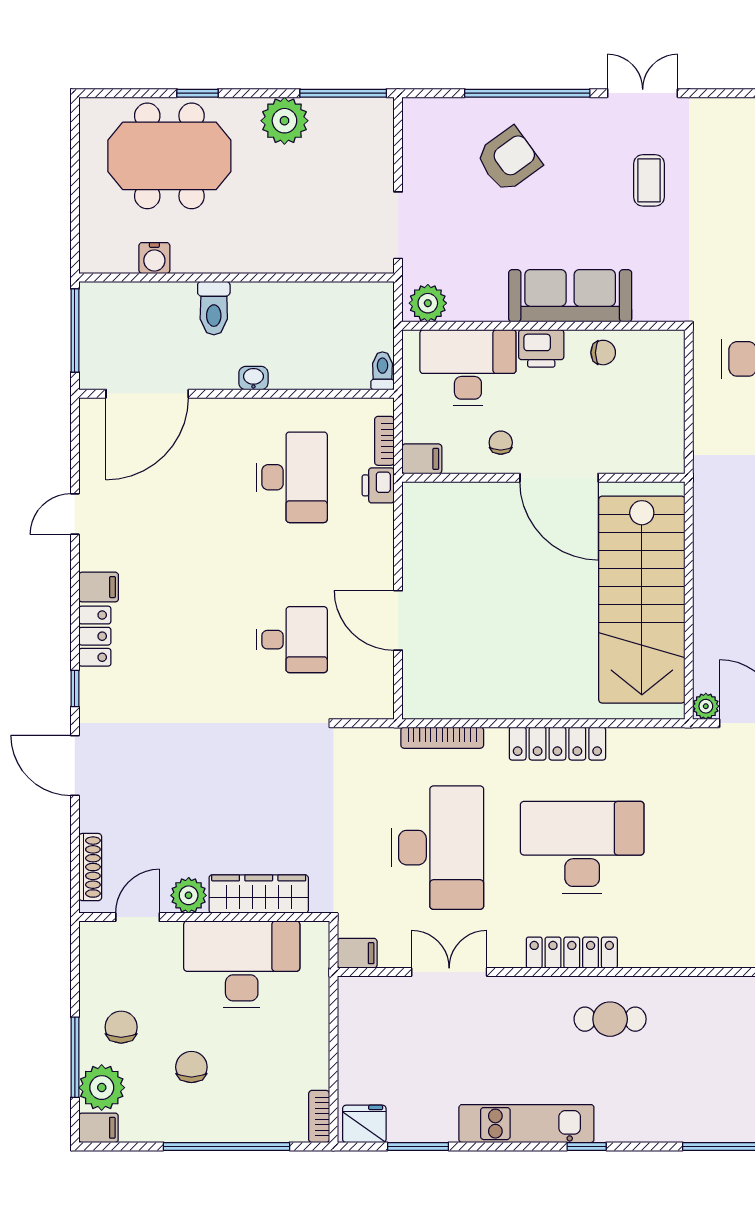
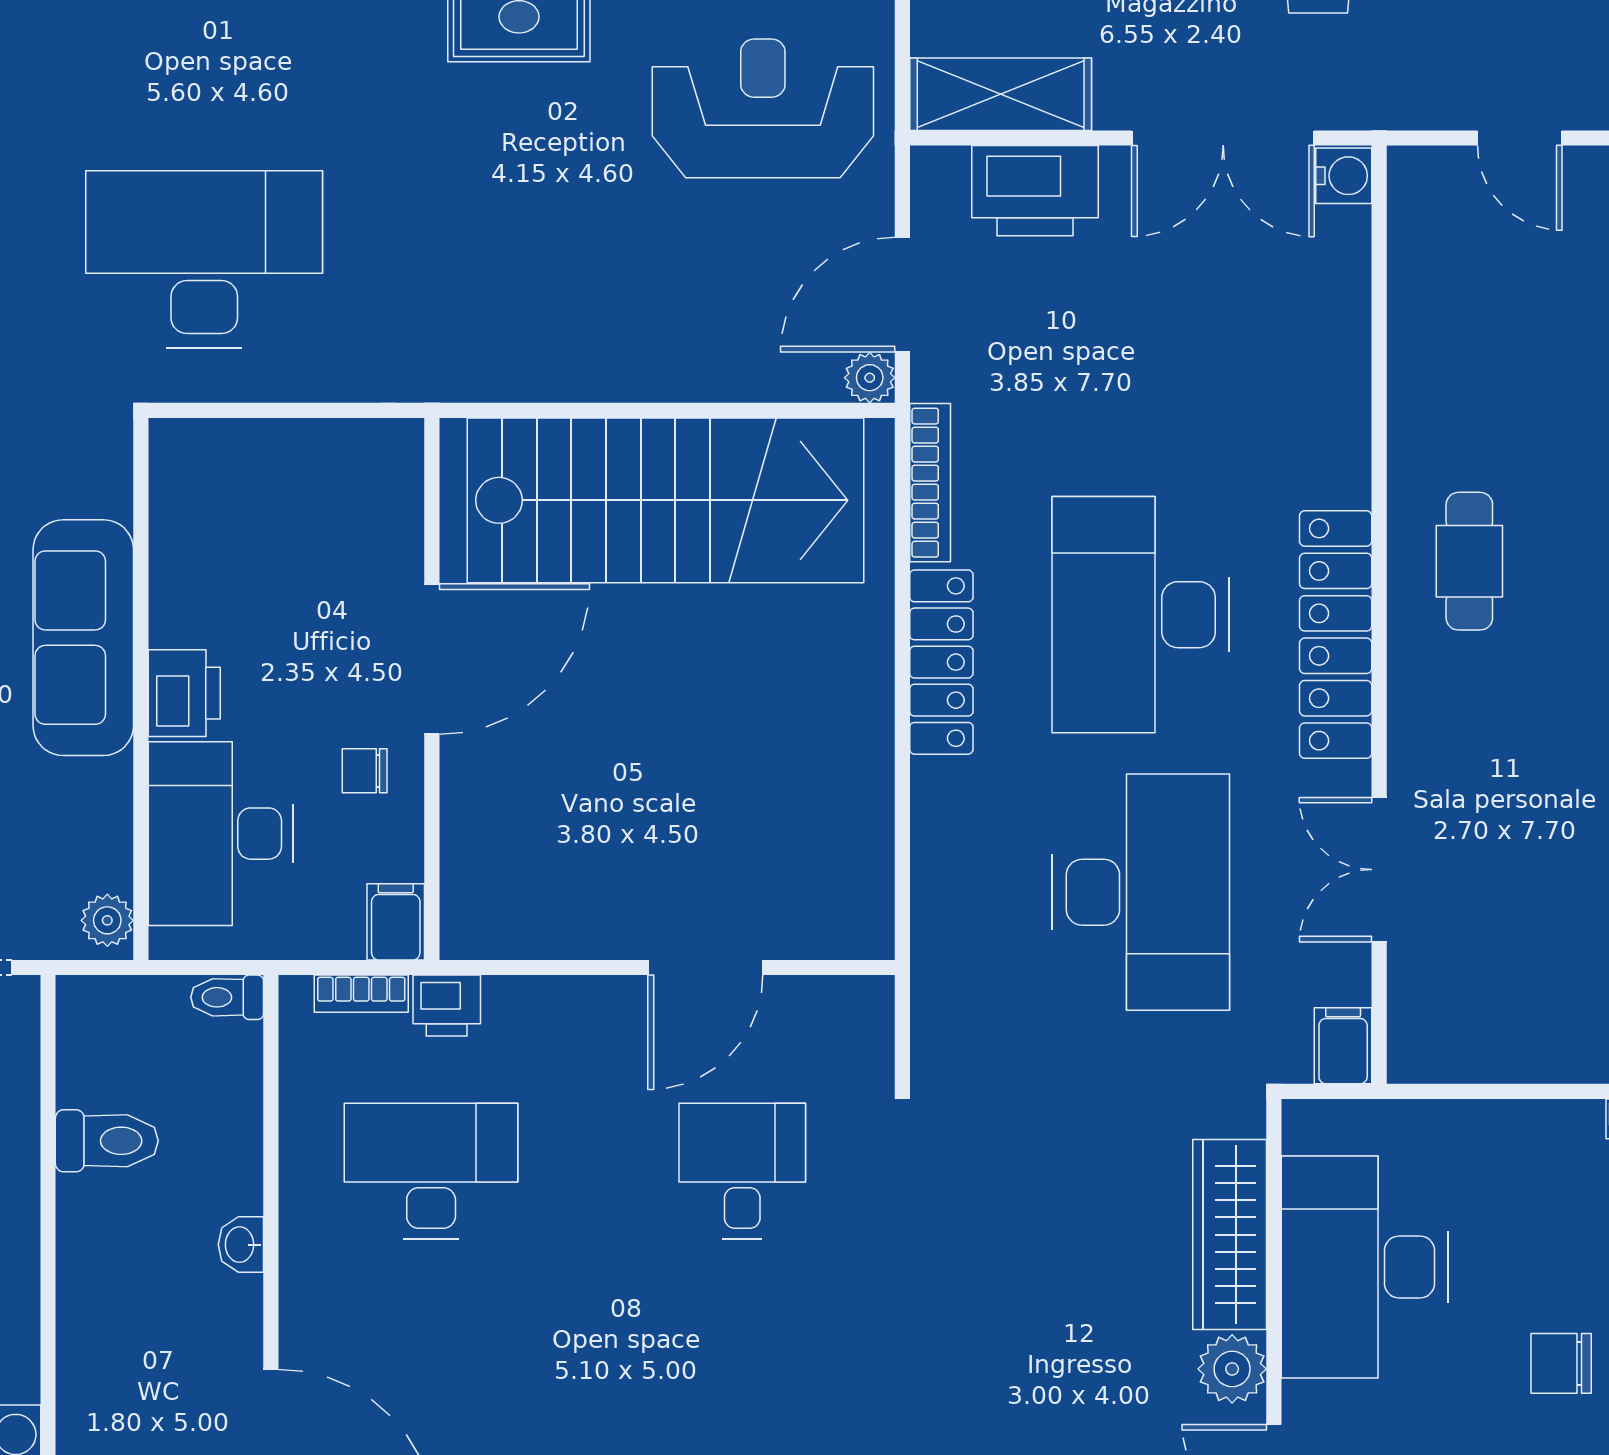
plant: (428, 303) -> (107, 920), width x0.73, depth x0.73
toilet: (214, 308) -> (107, 1141), moved
chair: (603, 353) -> (192, 574), removed
bookcase: (442, 738) -> (930, 483), moved
desk: (437, 848) -> (1141, 892), turned 90
locker: (572, 953) -> (1336, 635), width x1.41, depth x1.21

